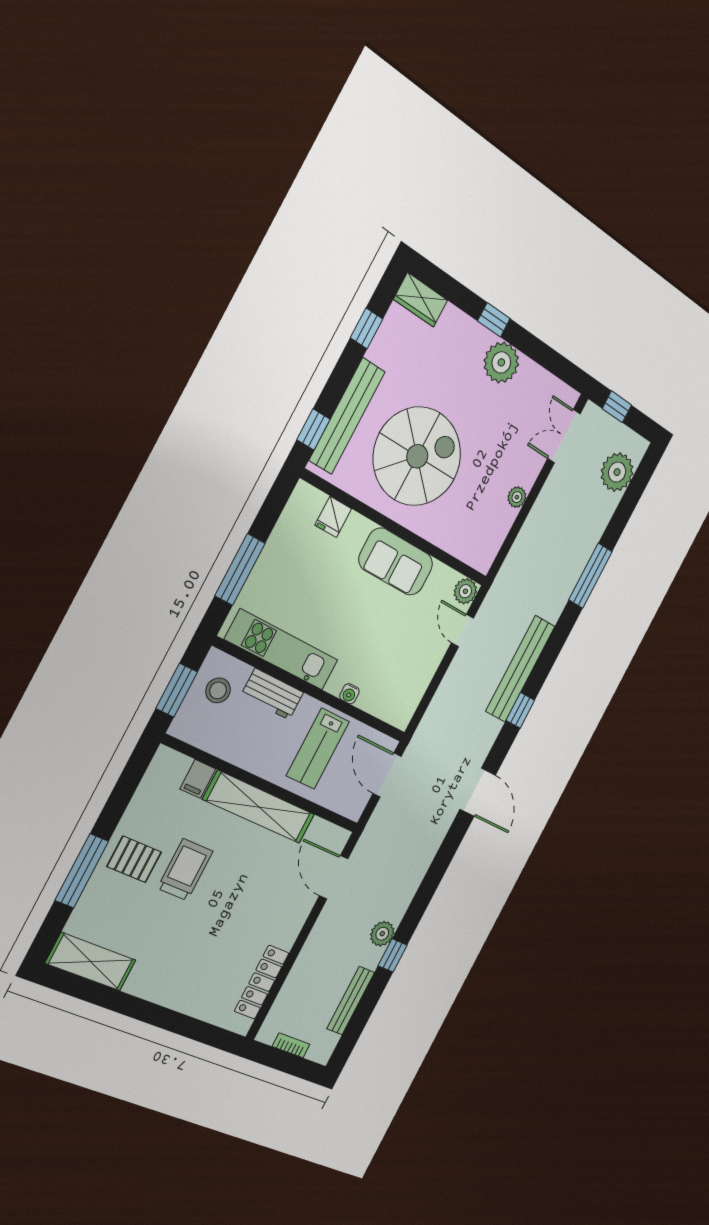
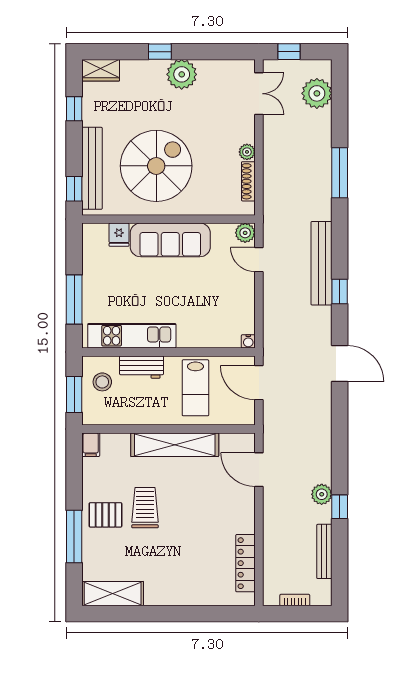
double door: (564, 436) -> (259, 94), swing flipped
shoe rack: (500, 532) -> (248, 181), added
sofa: (396, 562) -> (170, 240), width x1.36
water cooler: (349, 694) -> (248, 341), moved
filing cabinet: (198, 779) -> (91, 445), moved

